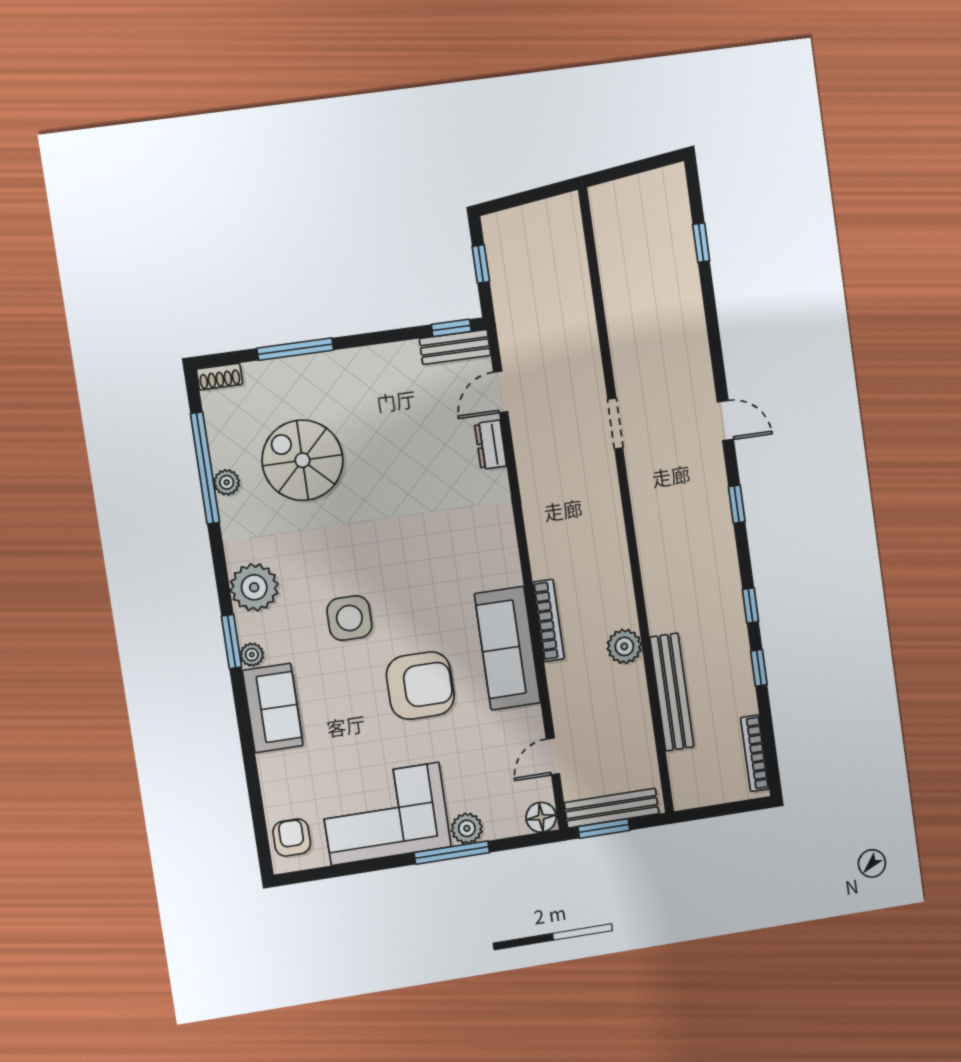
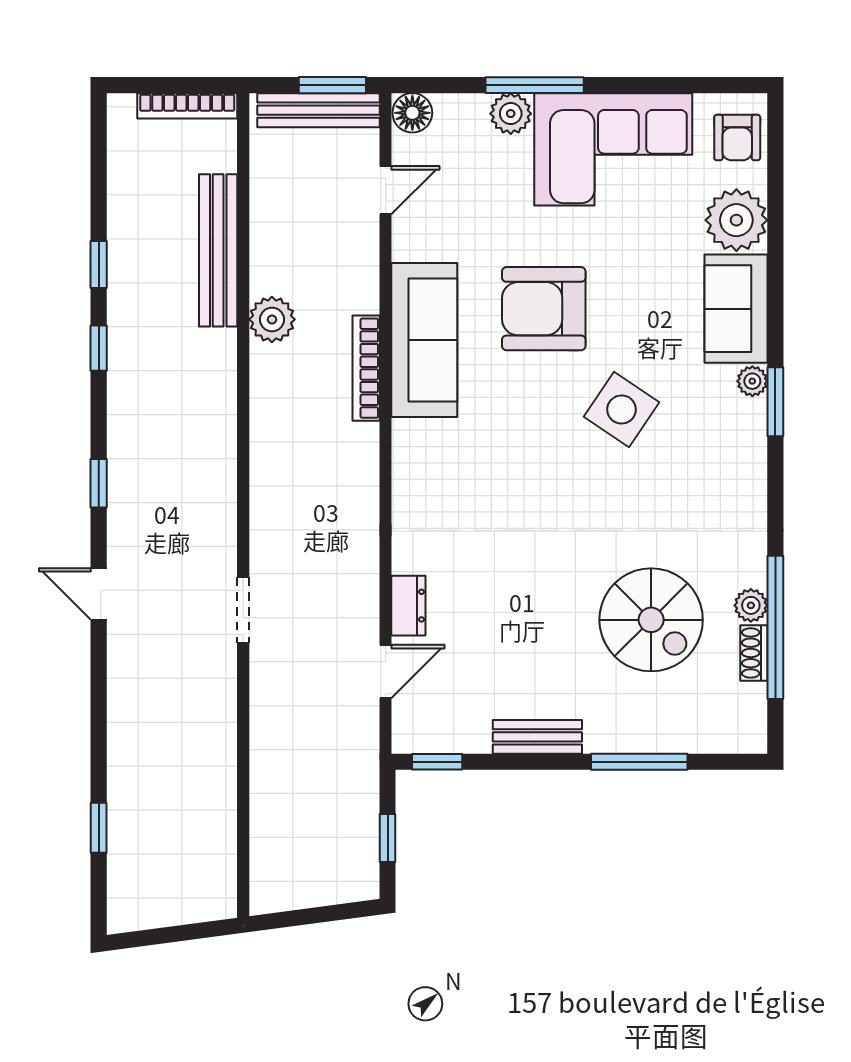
bench: (455, 347) -> (537, 737), moved
shoe rack: (219, 377) -> (754, 653), moved, turned -90
plant: (254, 587) -> (736, 220), moved
side table: (349, 618) -> (622, 409), turned 34
bookcase: (755, 753) -> (187, 106), moved, turned 90

